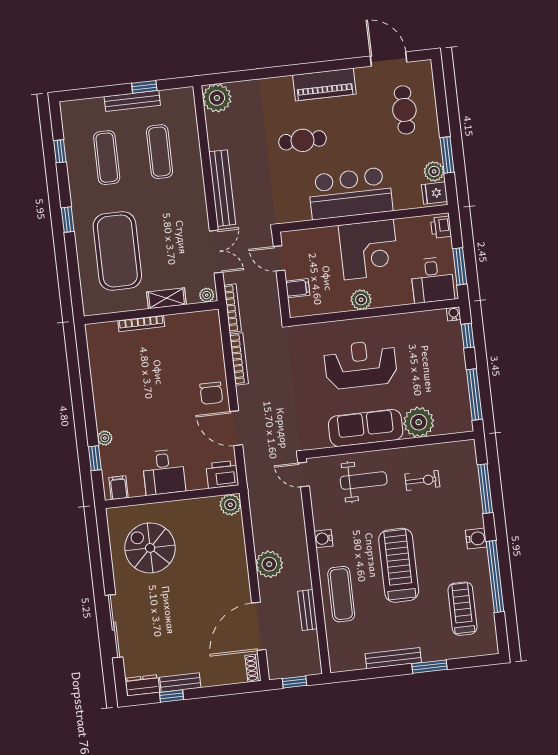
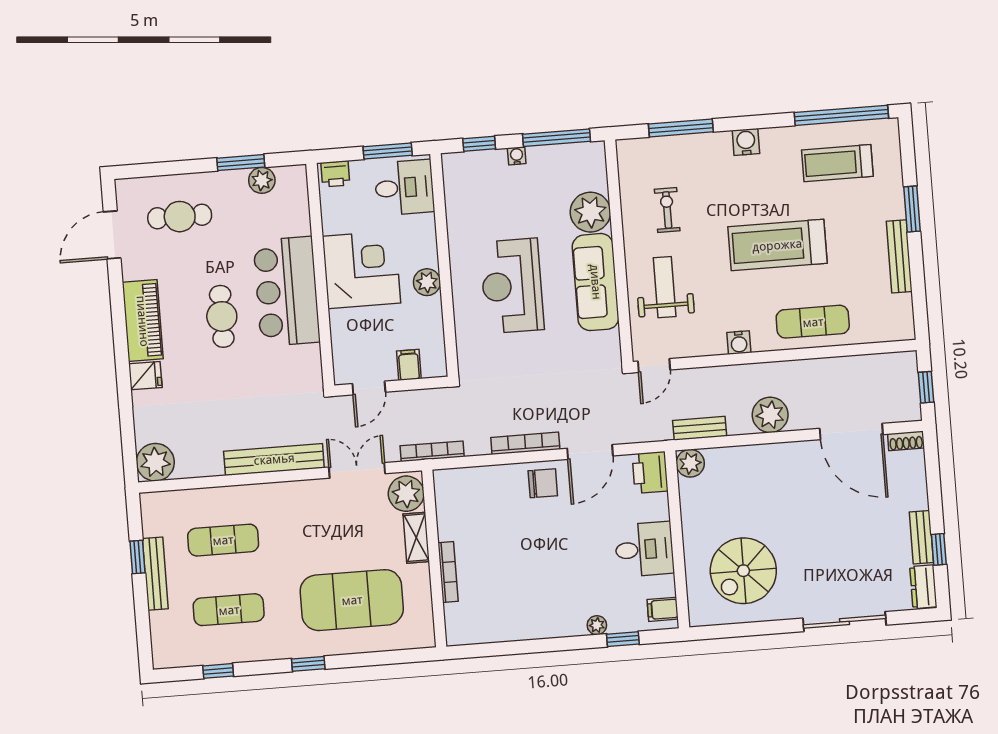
cafe table: (303, 140) -> (222, 316), moved
fridge: (435, 193) -> (145, 376), moved, turned -90
plant: (207, 295) -> (406, 494), width x1.88, depth x1.88
water cooler: (454, 314) -> (517, 156), moved, turned 90
bookcase: (239, 359) -> (525, 443), moved
window: (495, 577) -> (841, 115), moved
bench: (308, 610) -> (700, 428), moved

